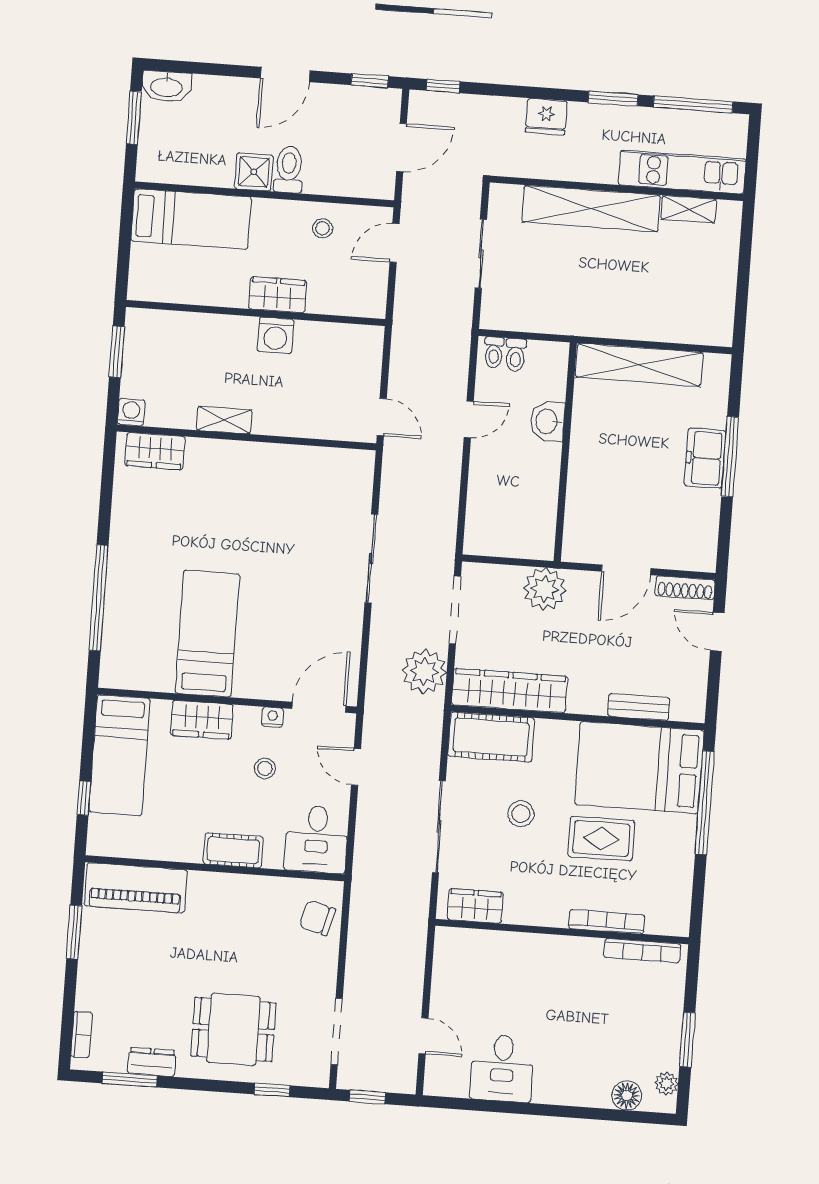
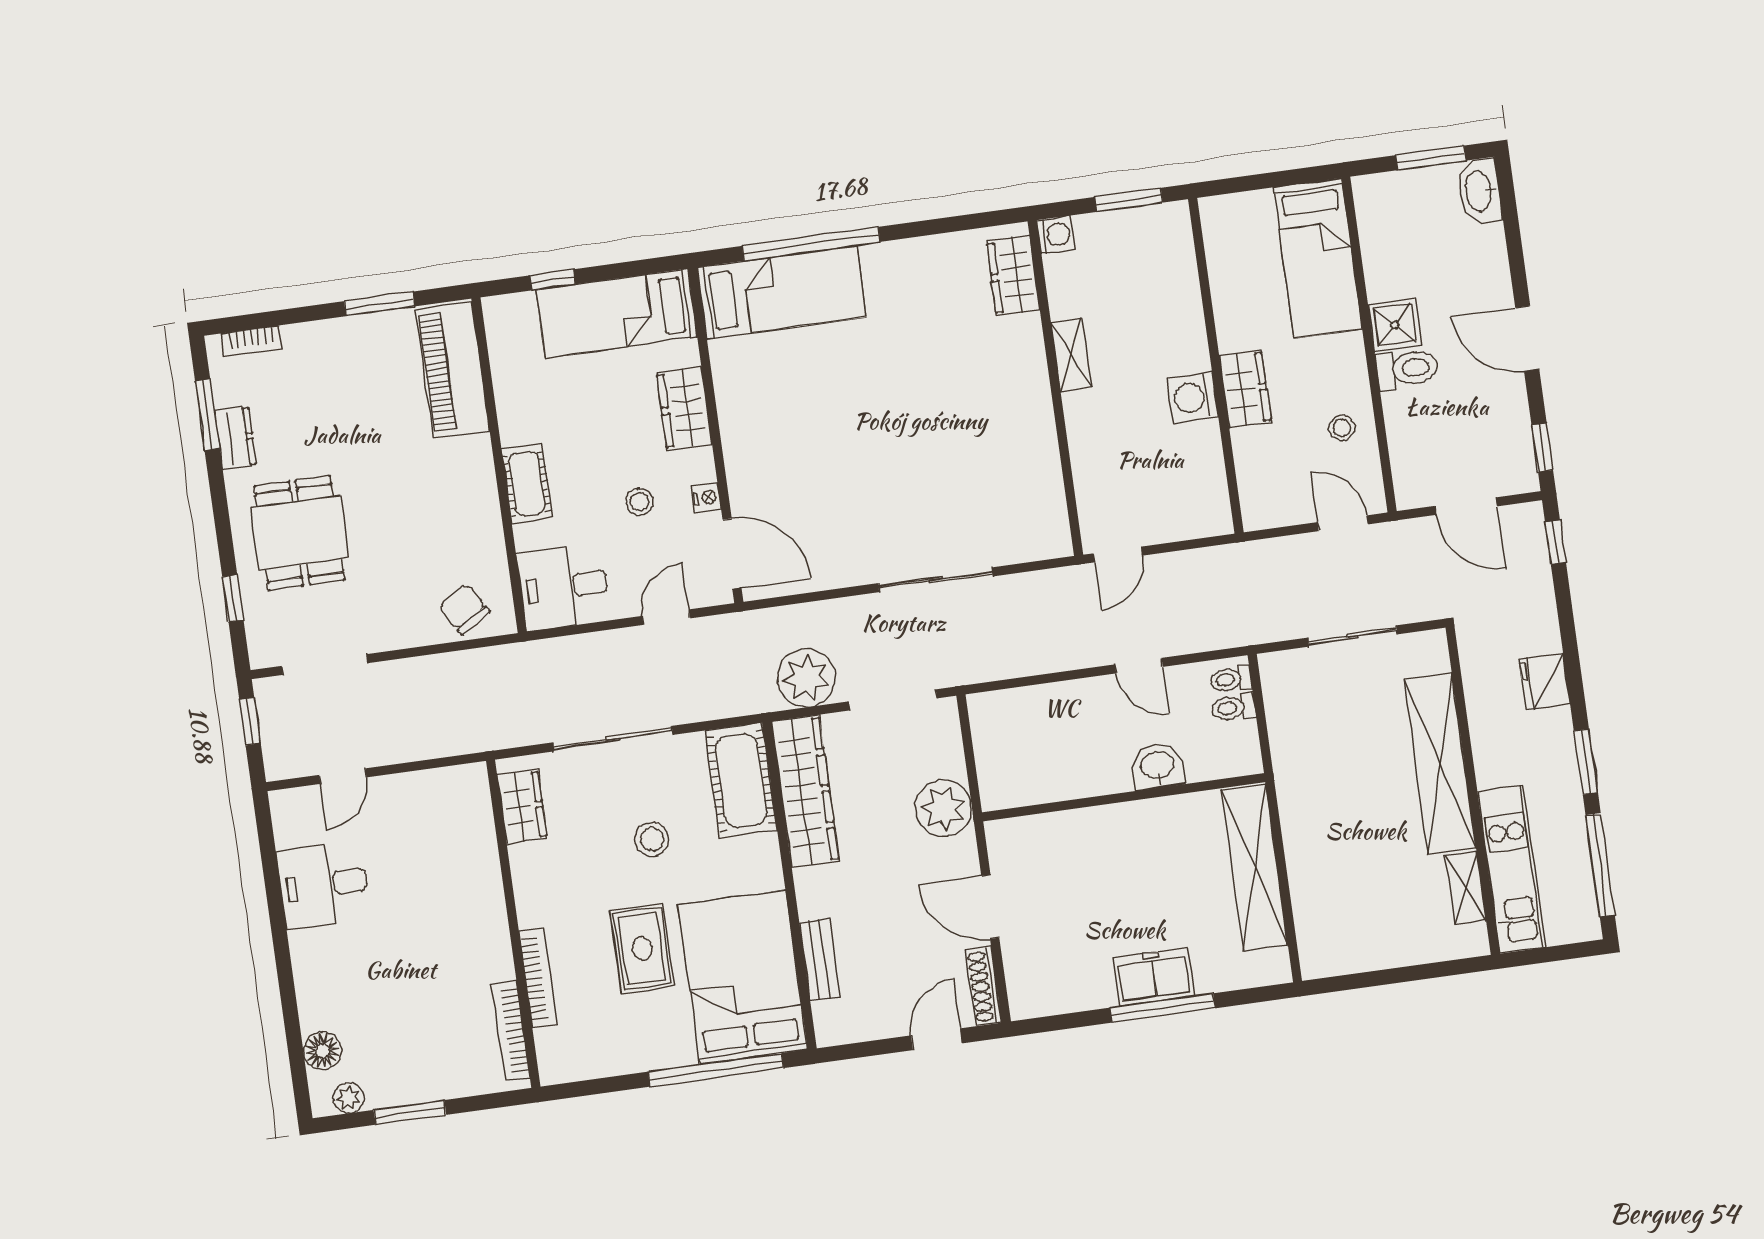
bed: (207, 633) -> (782, 292), moved
chair: (317, 918) -> (464, 609), turned -47

